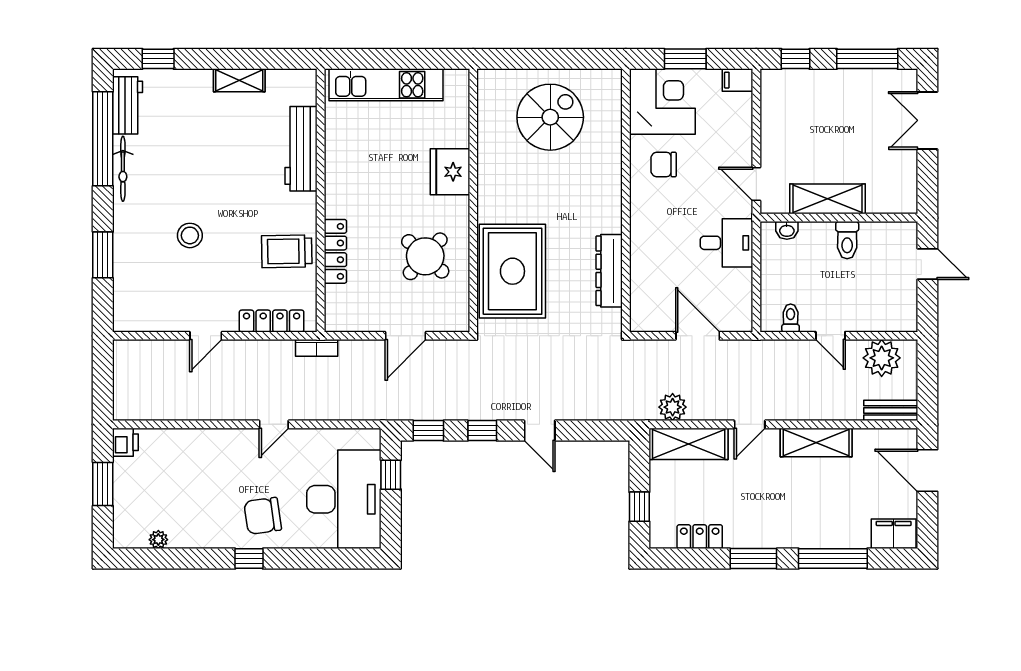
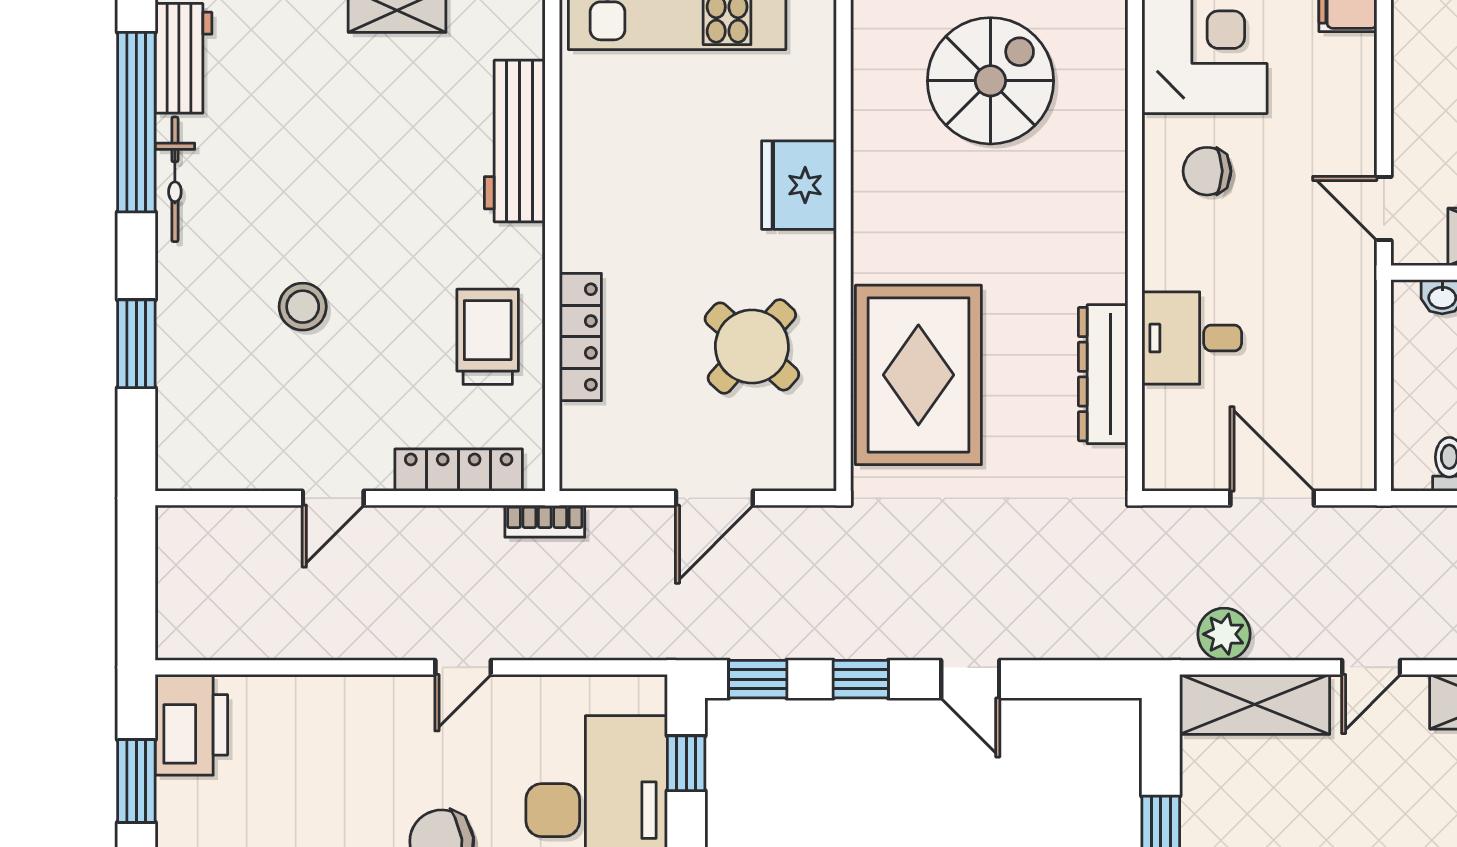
desk: (727, 243) -> (1192, 338), moved, turned 180
trolley: (287, 251) -> (488, 337), turned 91
printer: (125, 442) -> (191, 725), width x1.87, depth x1.48

